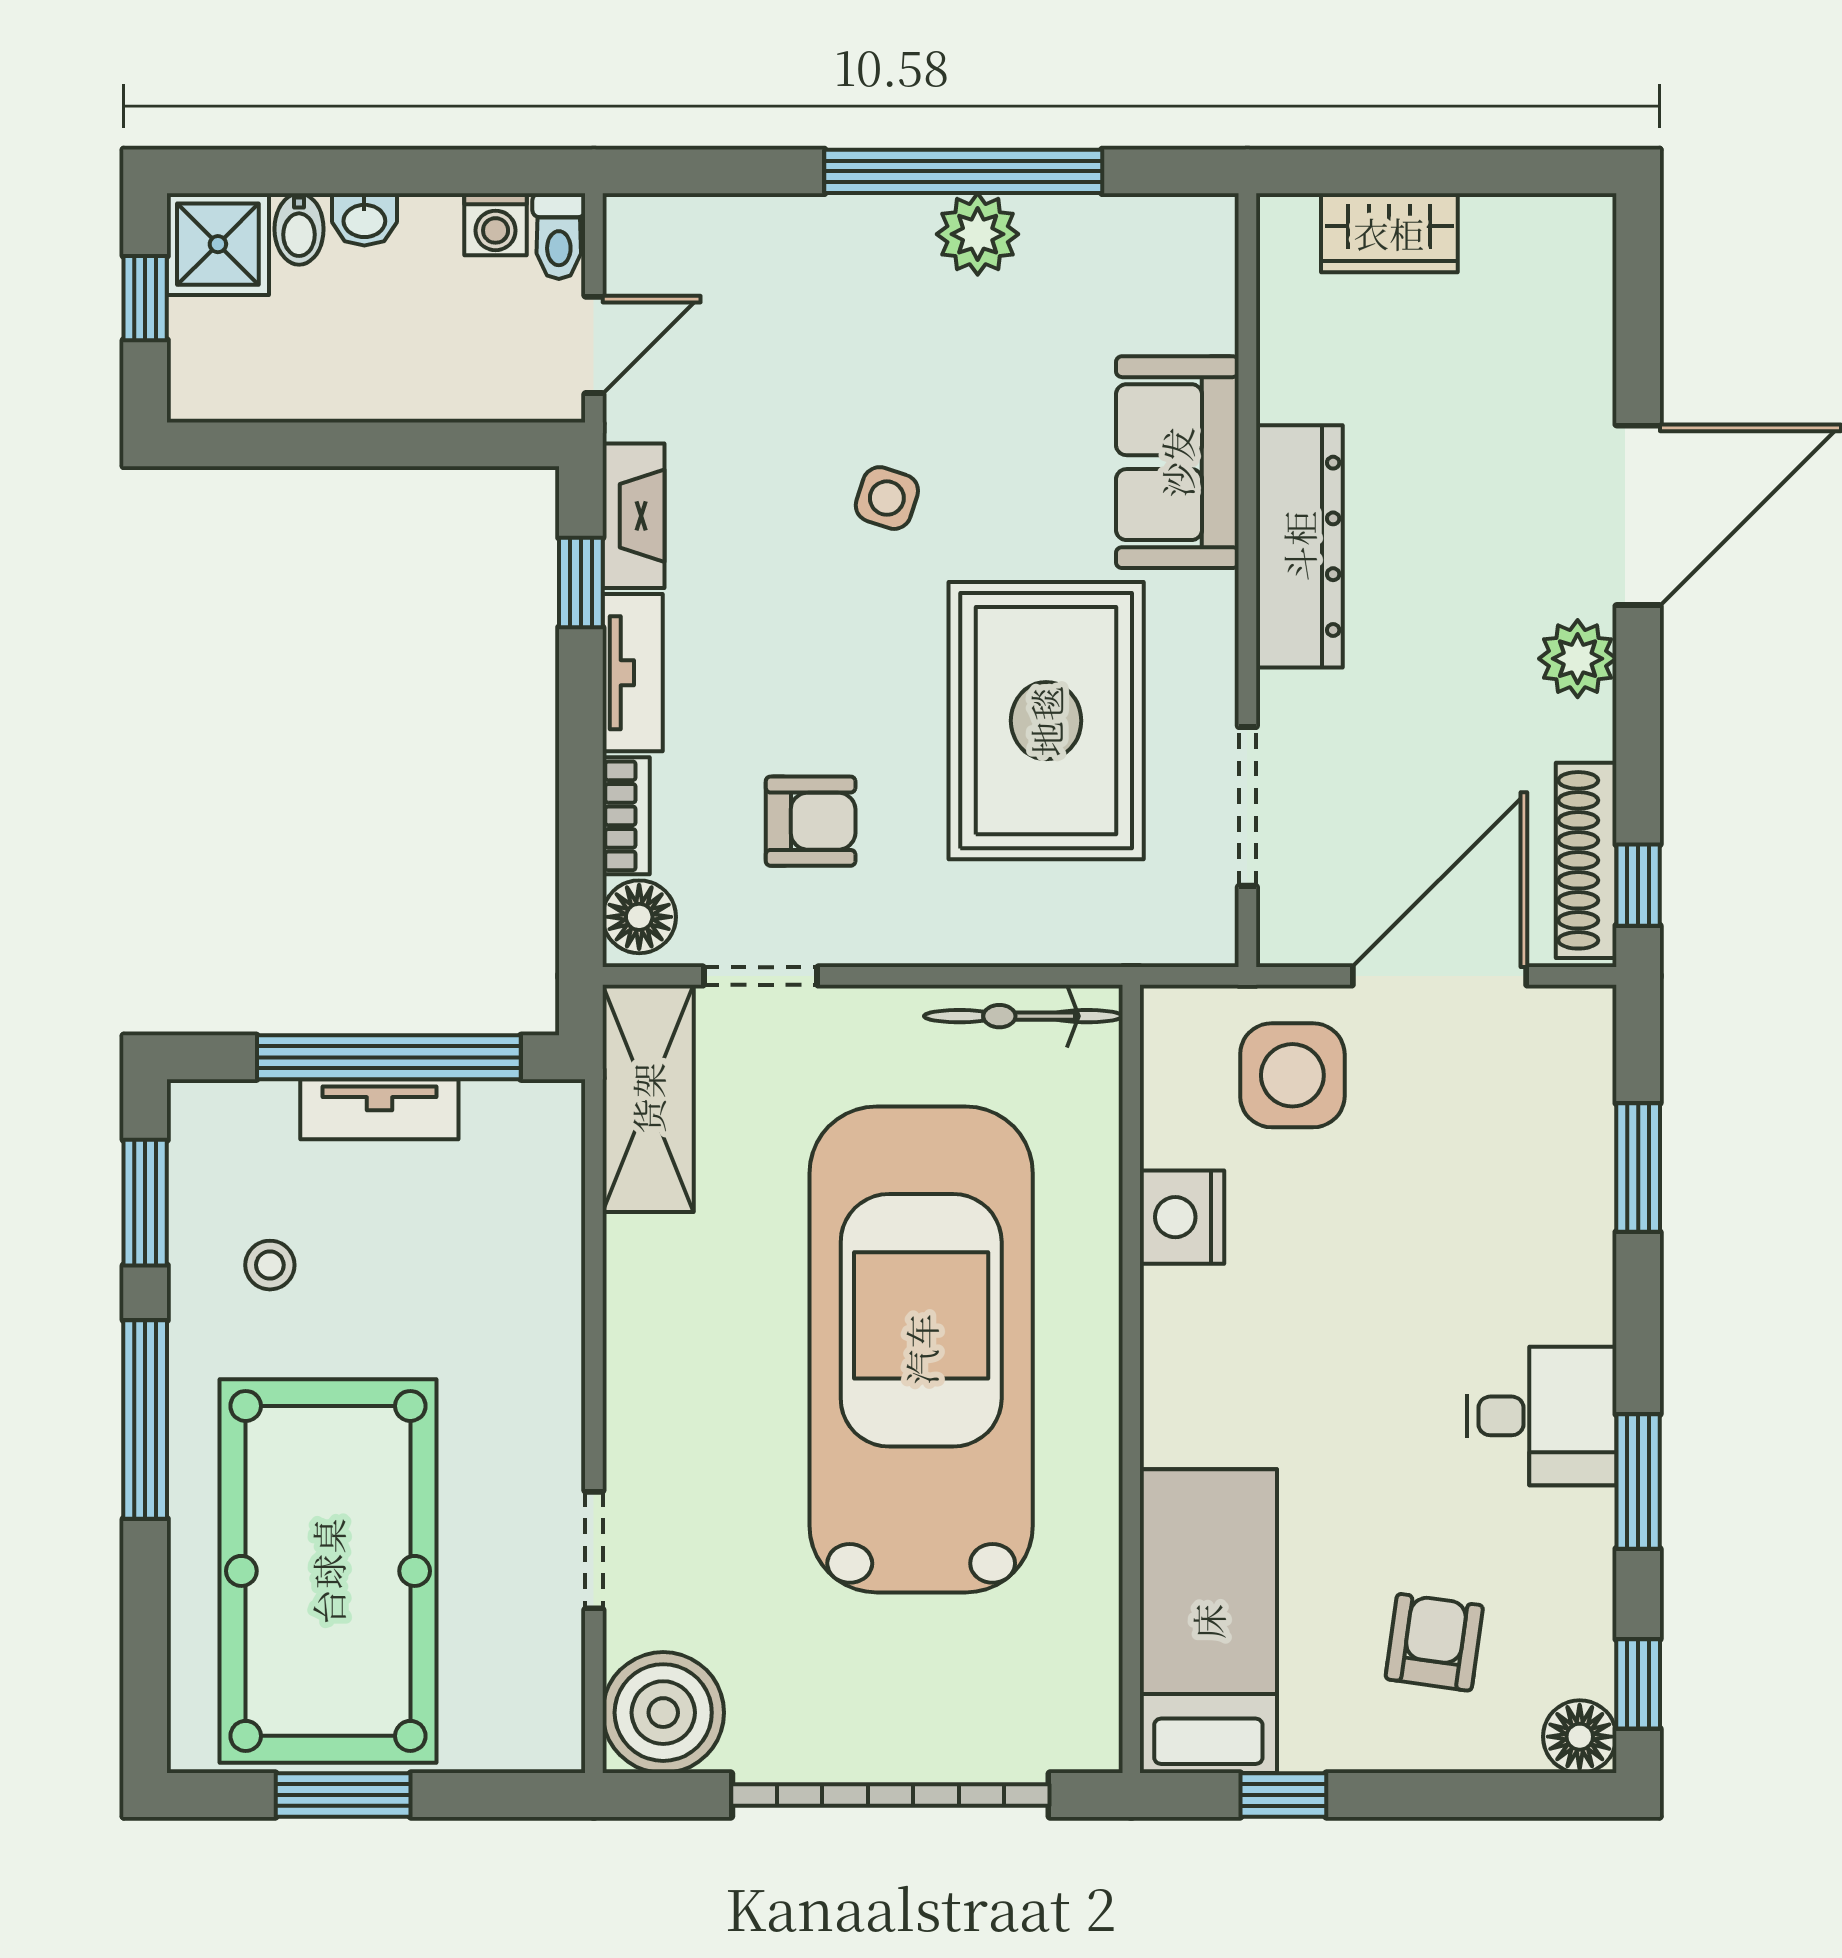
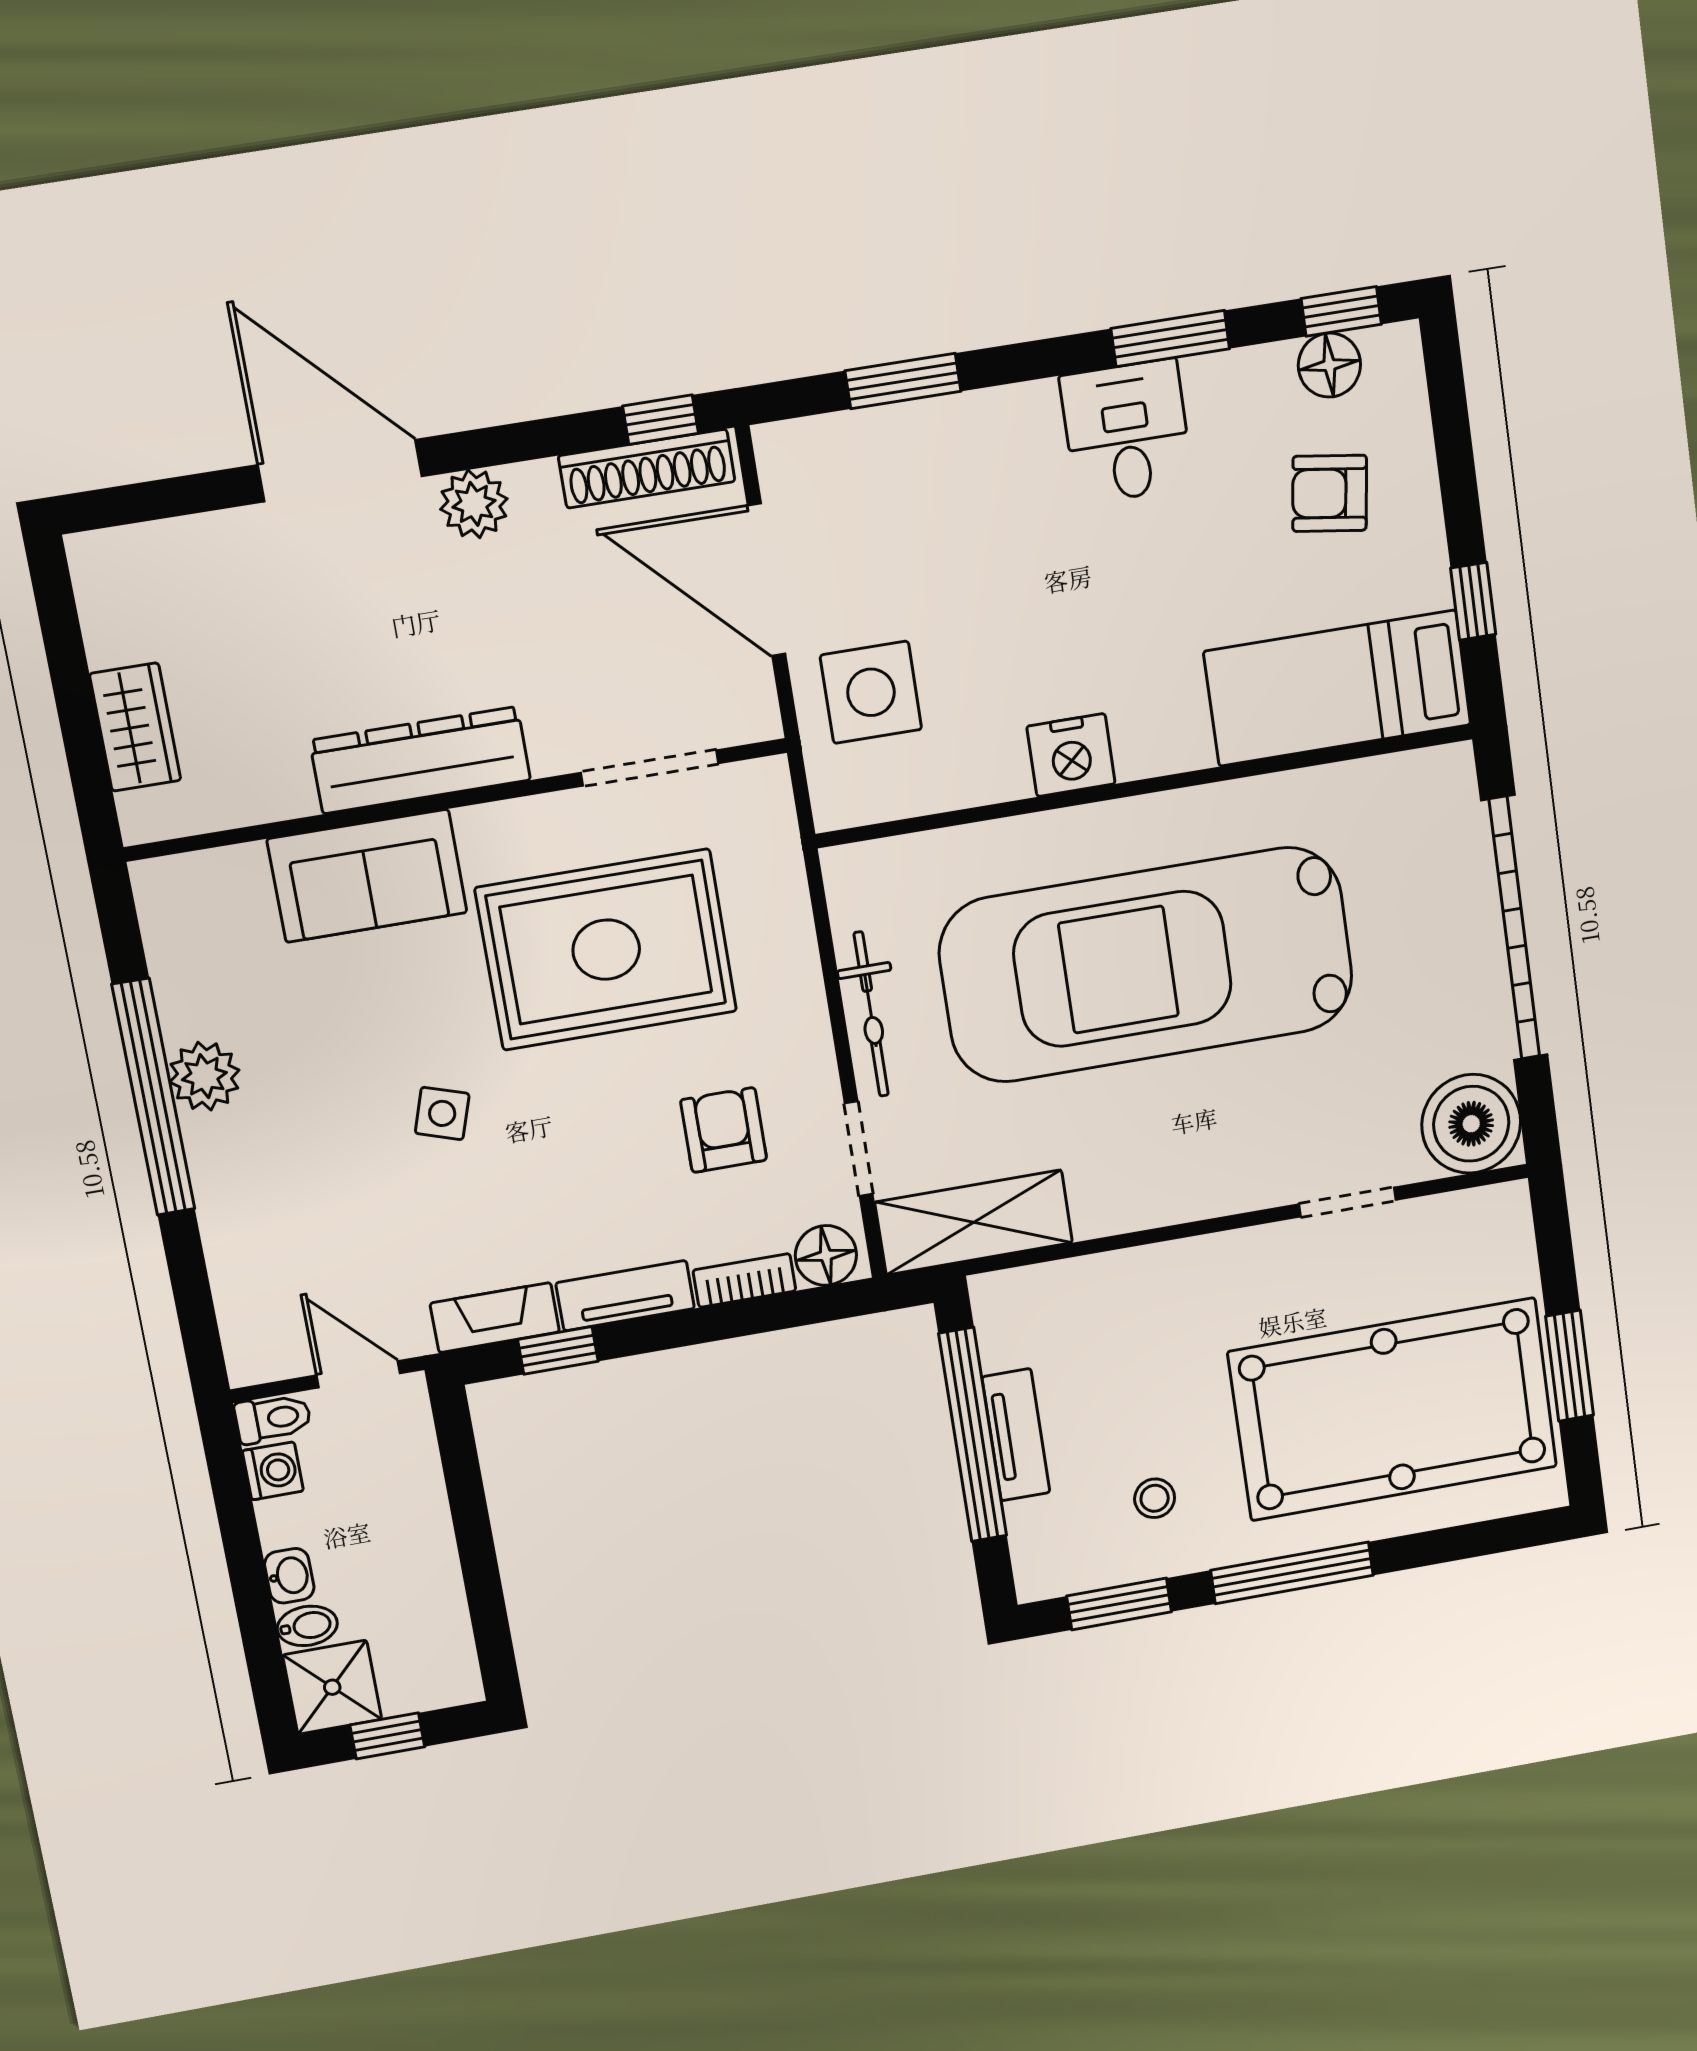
bicycle: (1023, 1016) -> (871, 1014), moved
nightstand: (1182, 1217) -> (1071, 755), moved
floor lamp: (1580, 1737) -> (1329, 365), moved

